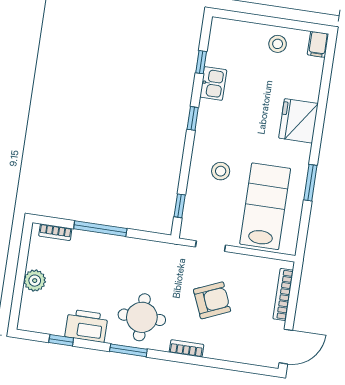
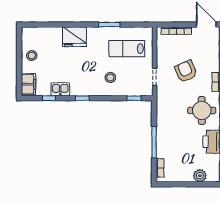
filing cabinet: (318, 44) -> (29, 84), moved, width x2.00
lab bench: (265, 206) -> (127, 49), width x0.73, depth x0.72
plant: (35, 281) -> (200, 176), moved

